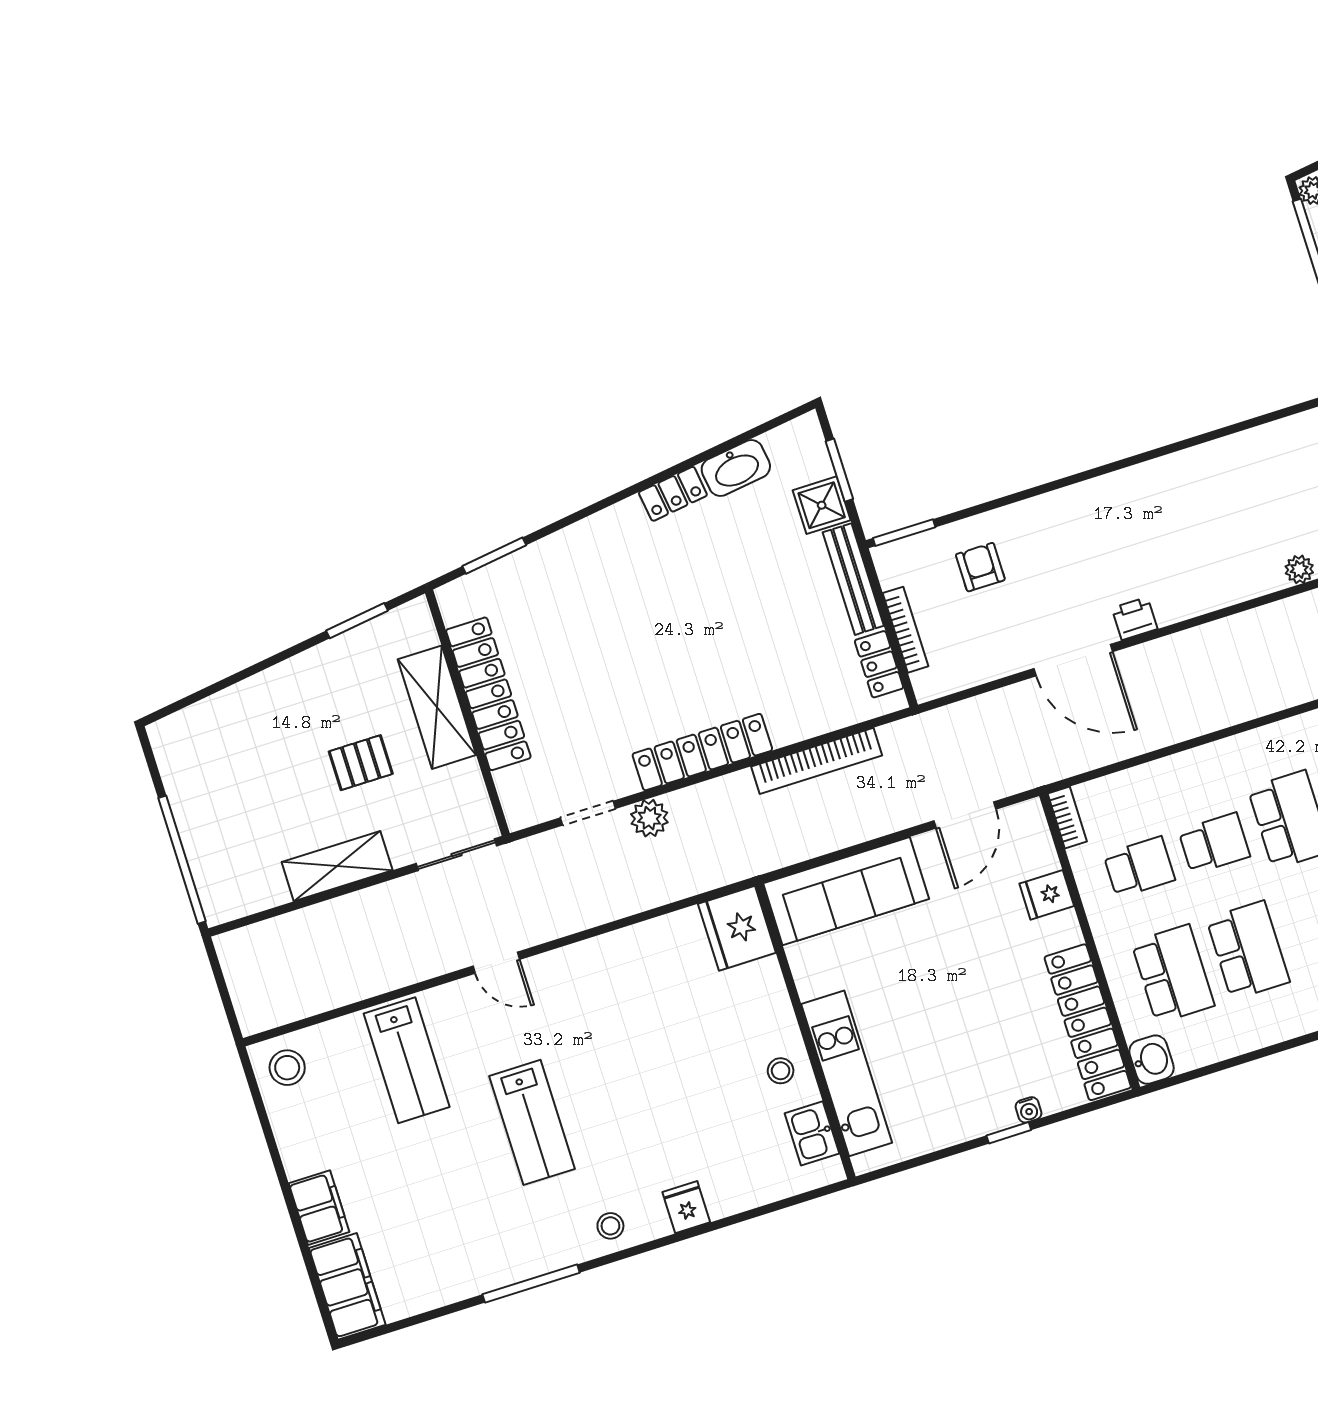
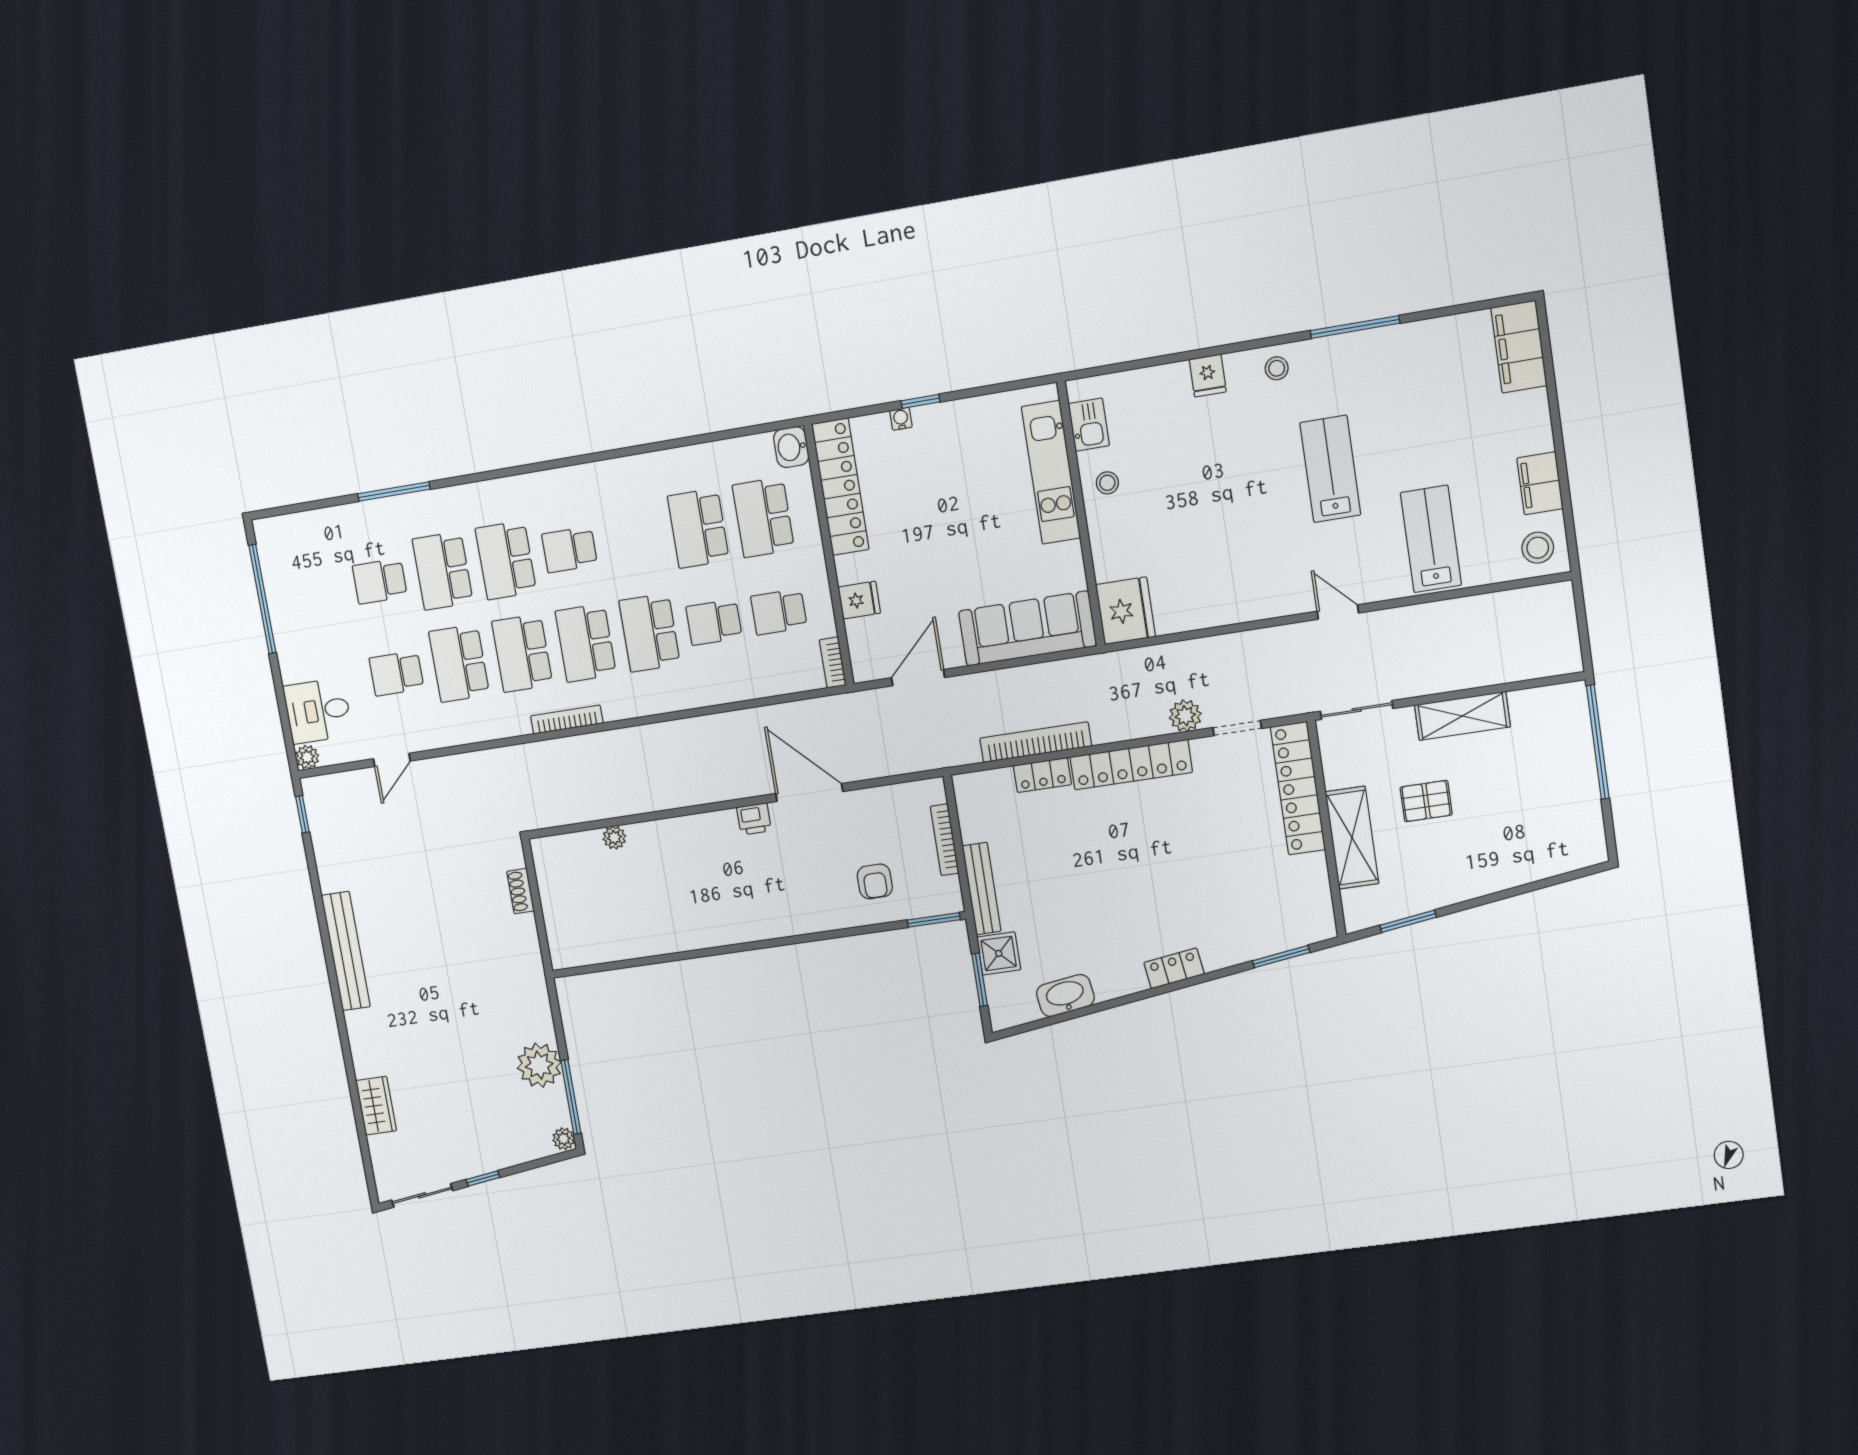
locker: (673, 494) -> (1174, 968), moved
locker: (879, 664) -> (1042, 775), moved, turned 90
locker: (488, 694) -> (1298, 788), moved
filing cabinet: (319, 1208) -> (1540, 483), moved

